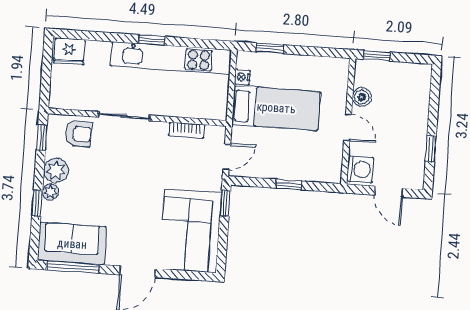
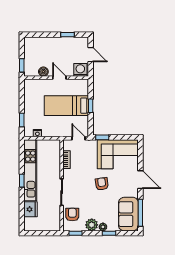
fridge: (69, 51) -> (31, 209), moved
bed: (276, 108) -> (66, 106), moved, turned -90
door: (348, 127) -> (59, 78), hinge flipped
door: (389, 192) -> (91, 55), hinge flipped
armchair: (135, 196) -> (102, 184), added

